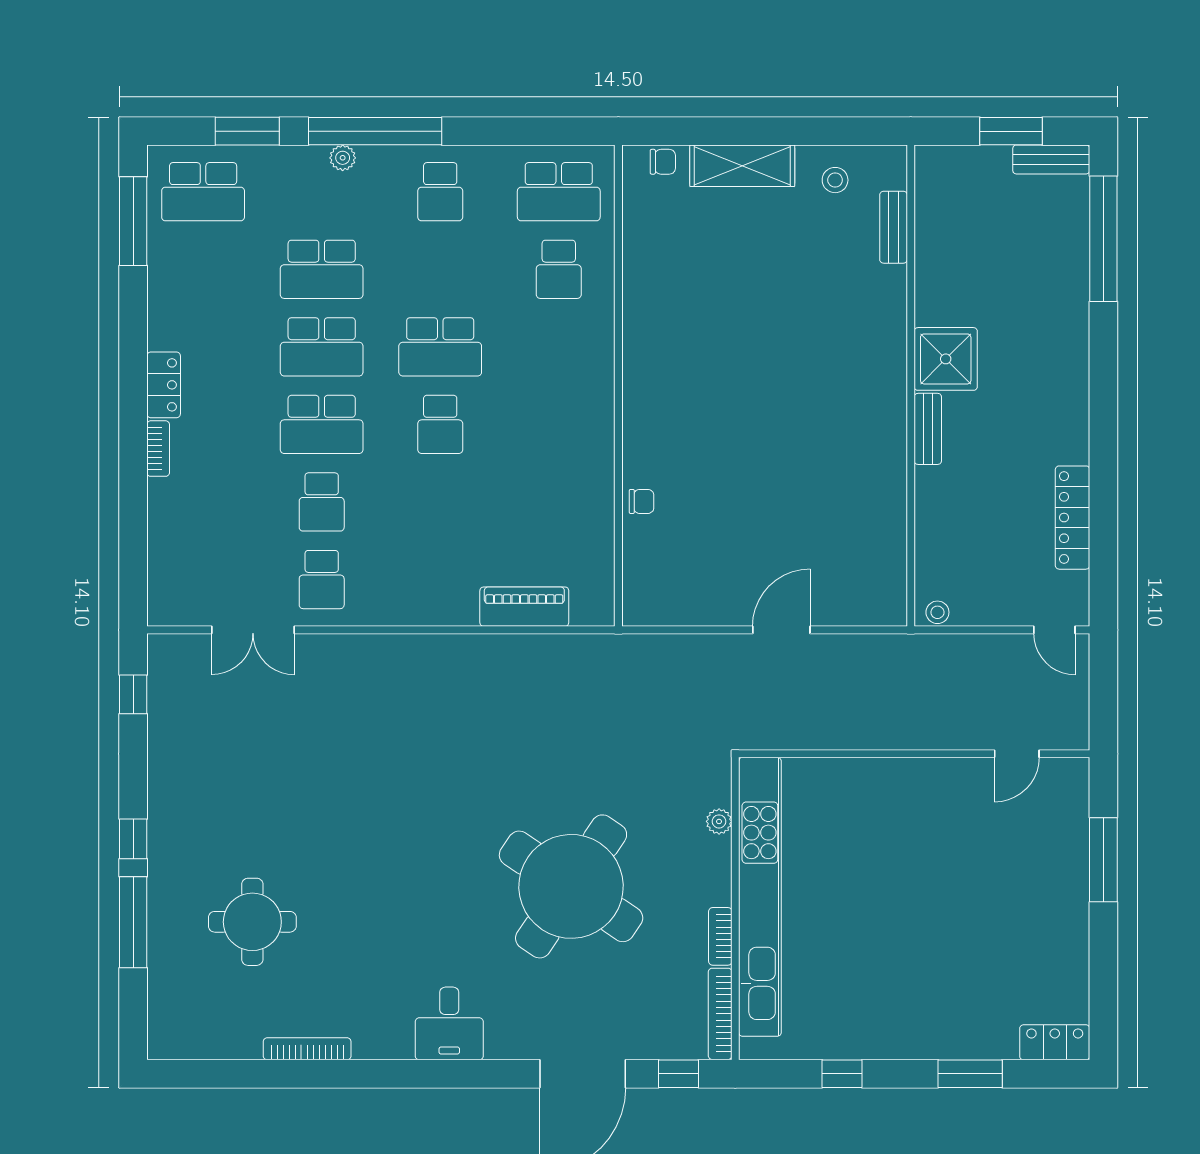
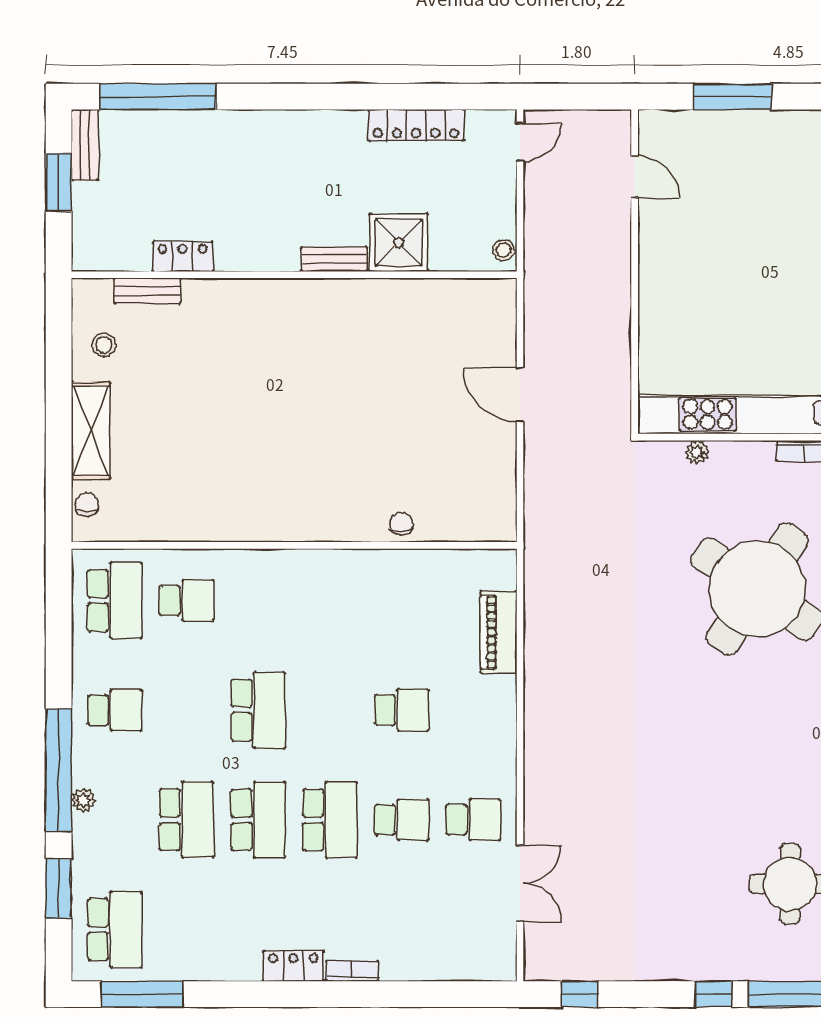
locker: (931, 265) -> (182, 256), added
shower: (946, 359) -> (399, 243), moved
school desk: (440, 424) -> (402, 710), moved

